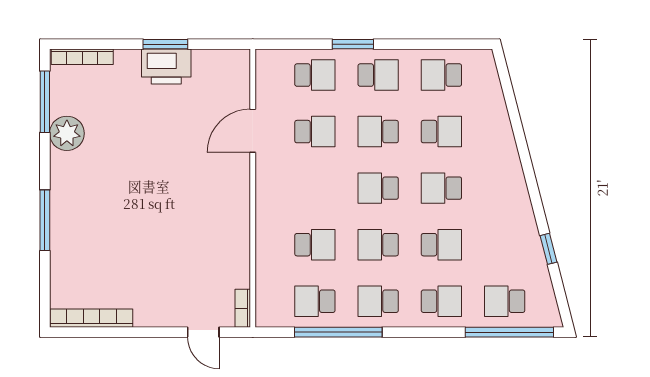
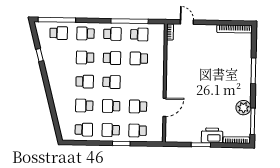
printer: (166, 67) -> (212, 135), moved
school desk: (378, 132) -> (111, 106), turned 180

